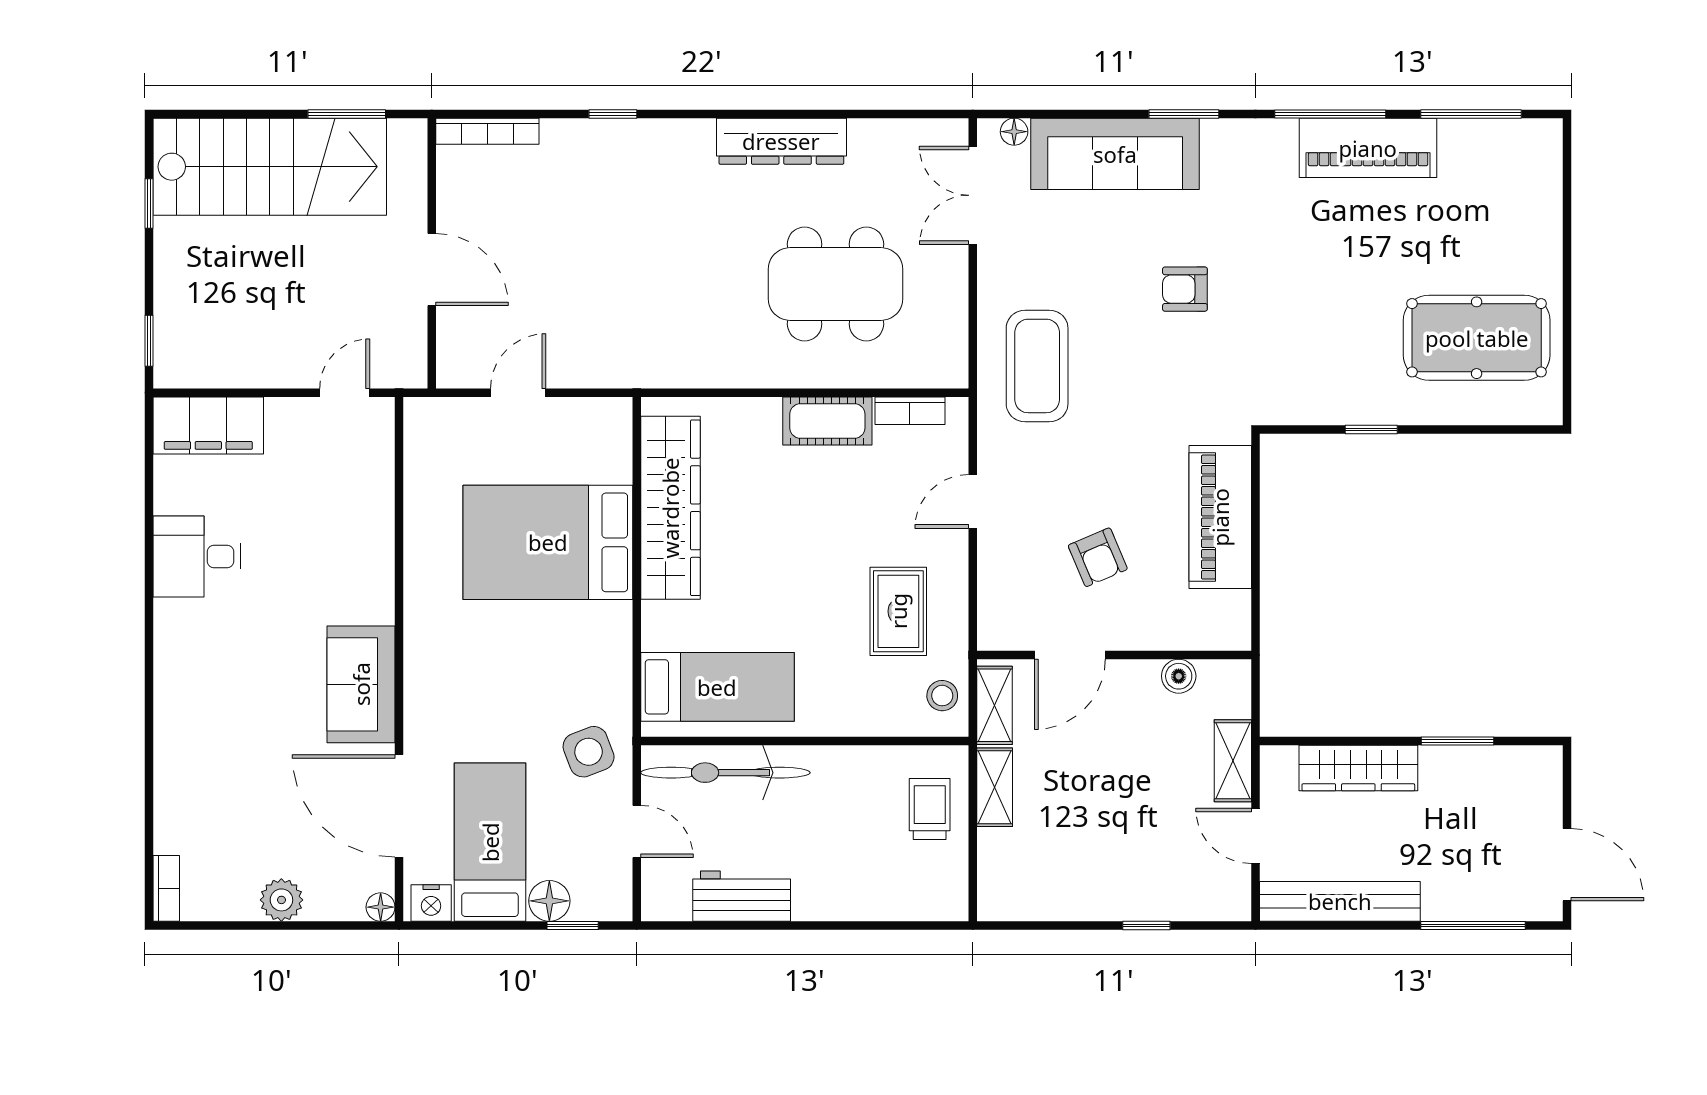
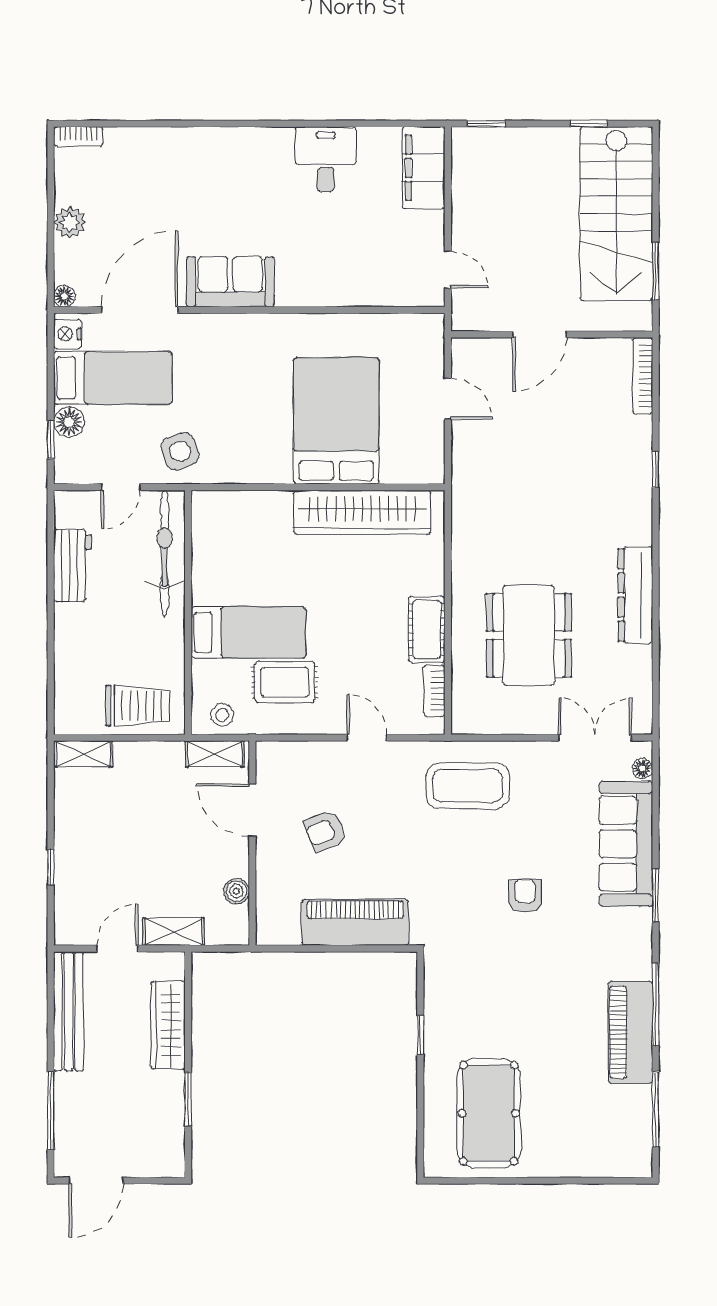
bed: (717, 687) -> (248, 632), moved, turned -90
shelving: (995, 787) -> (83, 754), moved
trolley: (930, 809) -> (138, 706), width x1.36, depth x1.39

